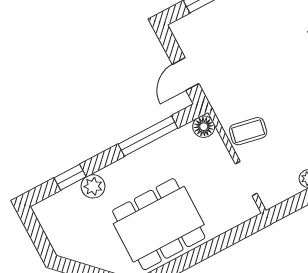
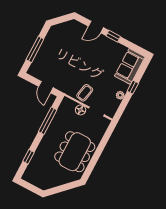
floor lamp: (204, 127) -> (81, 110), moved
plant: (93, 186) -> (40, 154), removed

